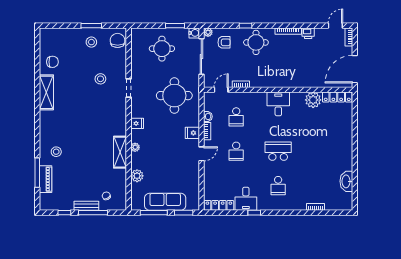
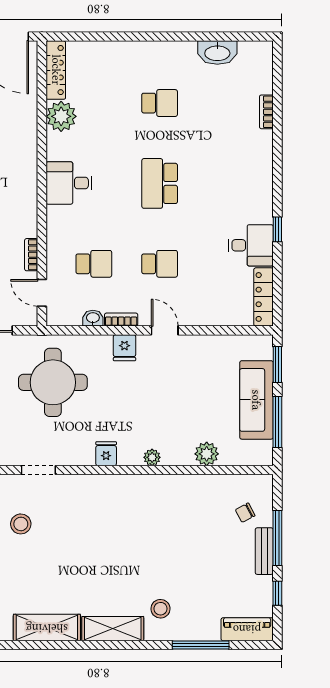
shelving: (120, 152) -> (113, 629), moved
piano: (46, 179) -> (247, 629), moved
school desk: (278, 186) -> (160, 103), moved

